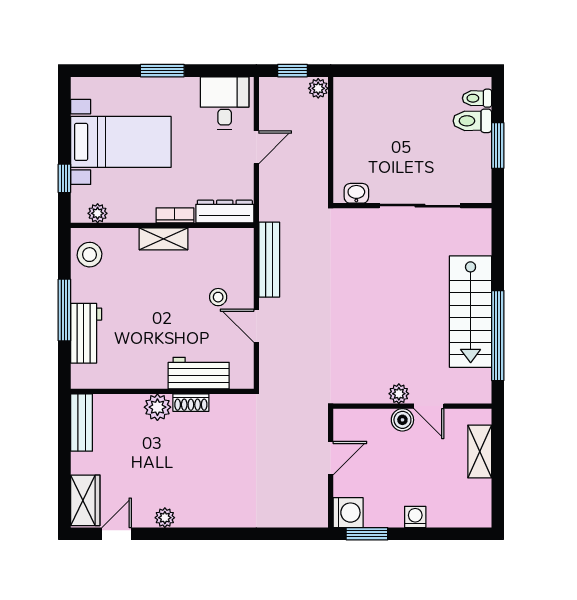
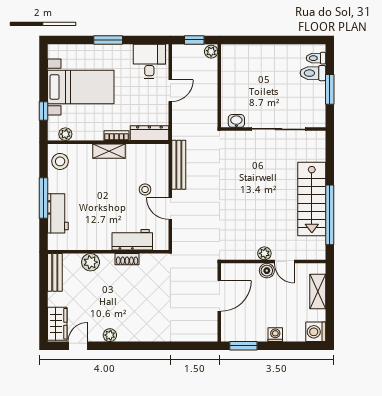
plant: (157, 407) -> (91, 262), moved
door: (331, 458) -> (219, 296), width x1.38
washing machine: (348, 513) -> (316, 332), moved, turned 180

